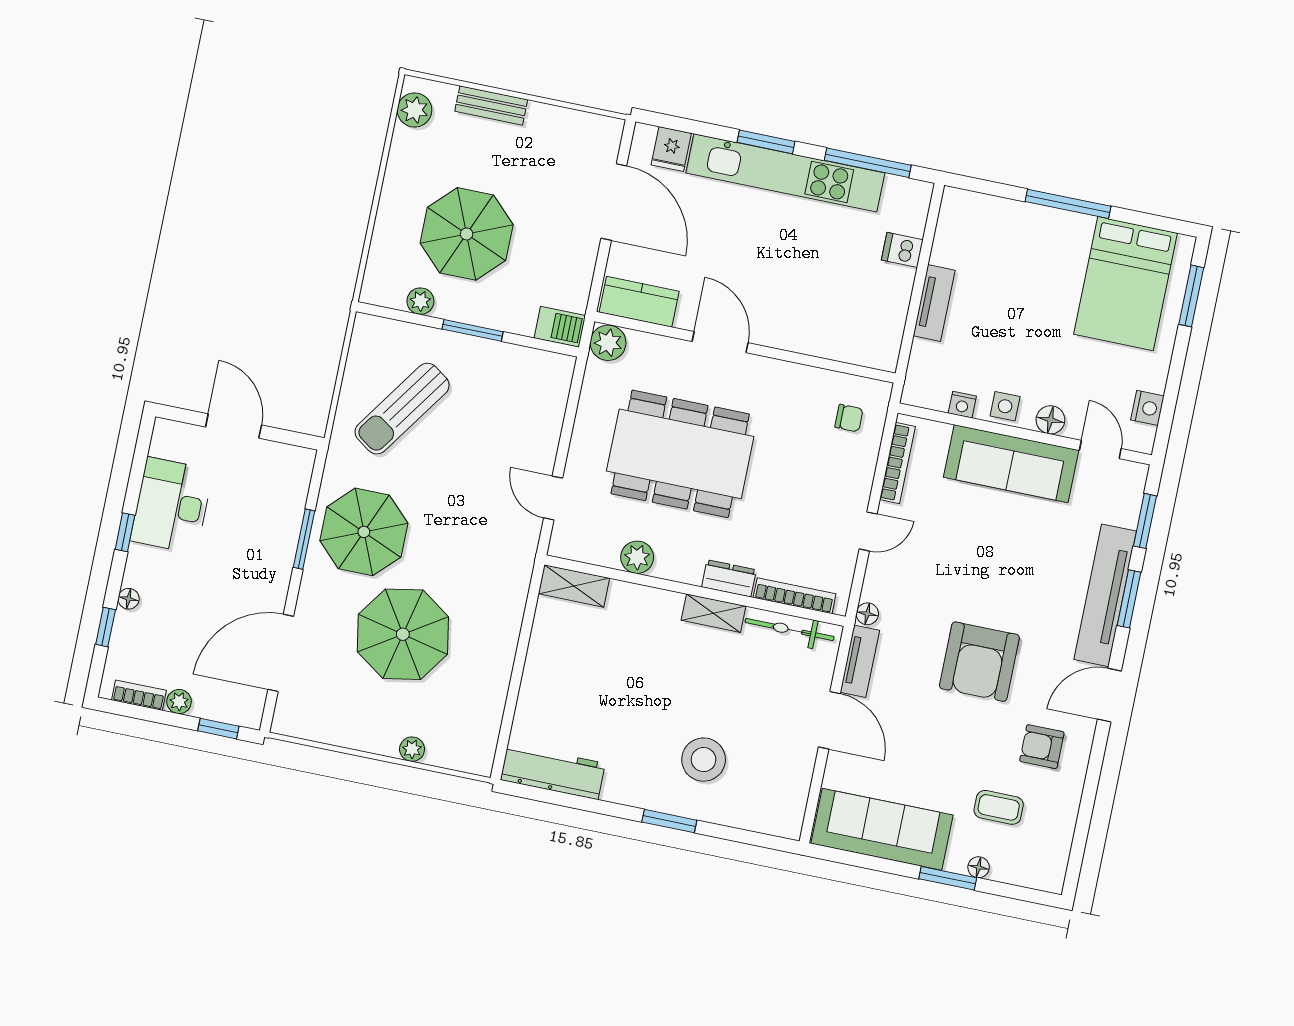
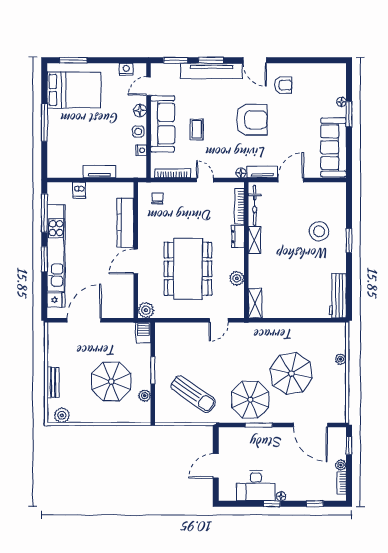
kitchen counter: (639, 302) -> (125, 223), moved, width x1.50
floor lamp: (129, 599) -> (281, 496), moved
armchair: (1042, 747) -> (283, 85), turned -90
coffee table: (999, 807) -> (197, 129), moved

